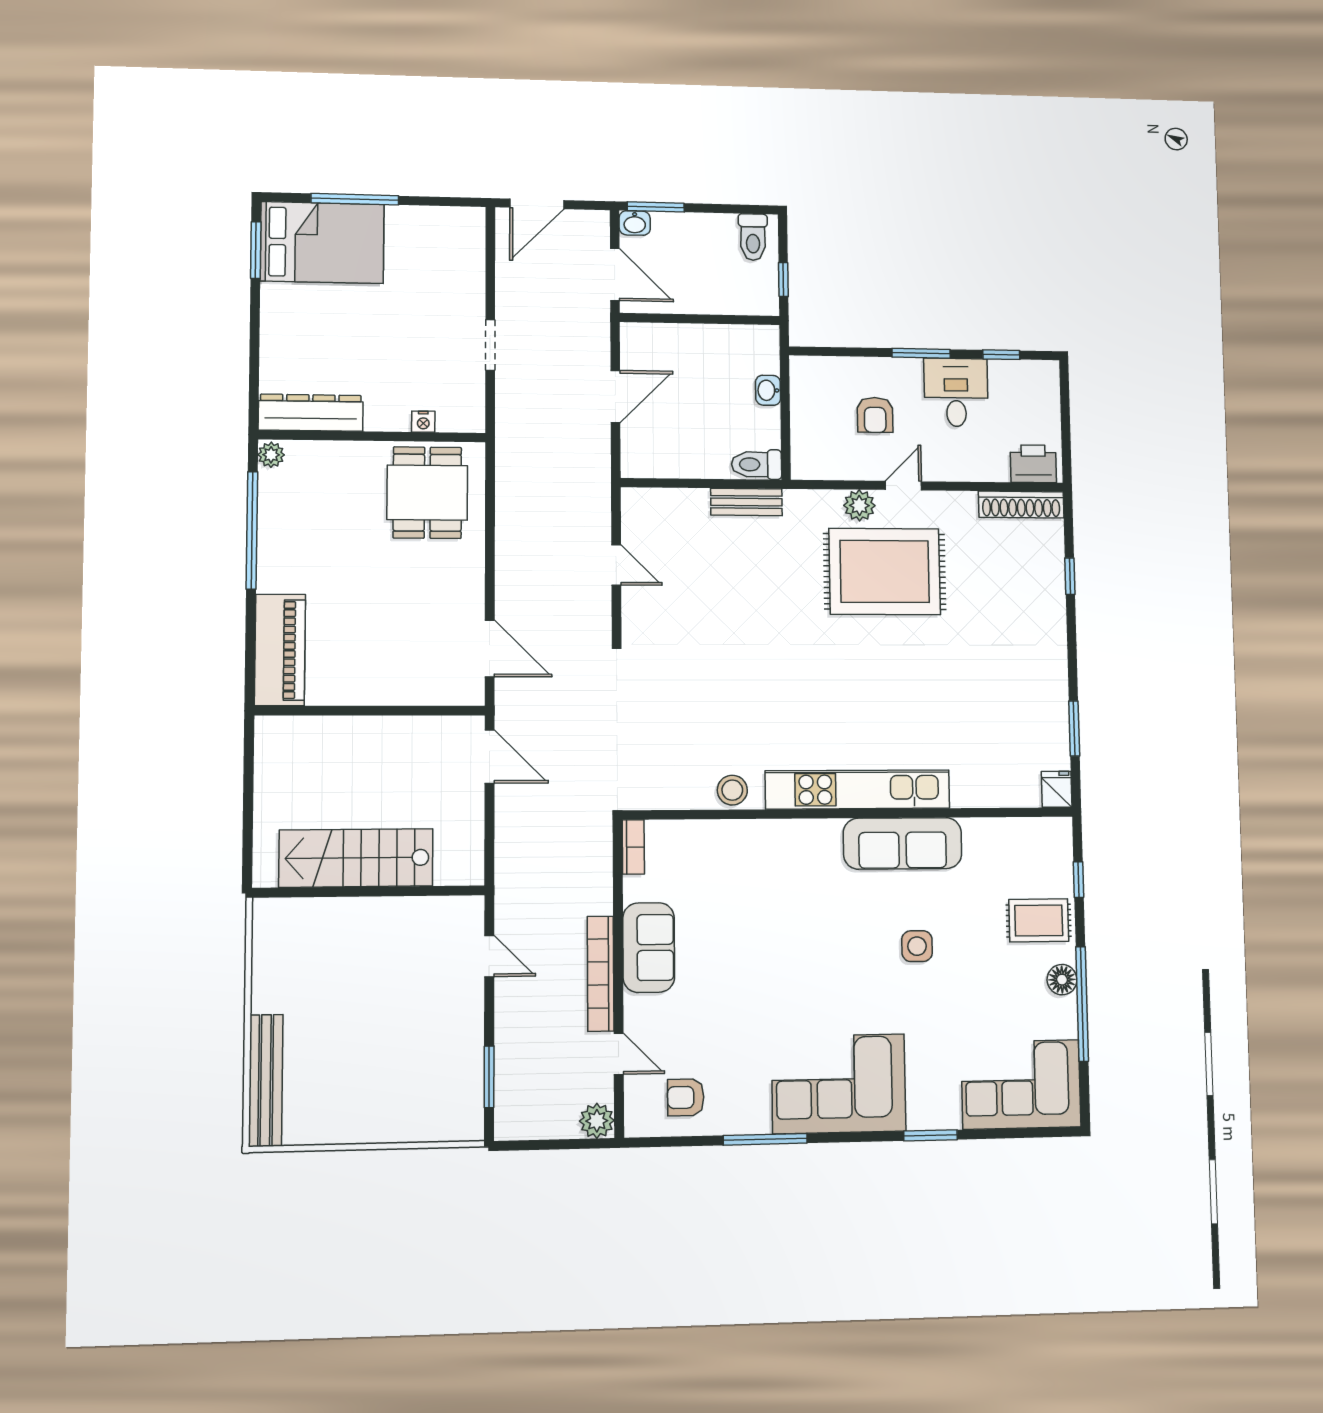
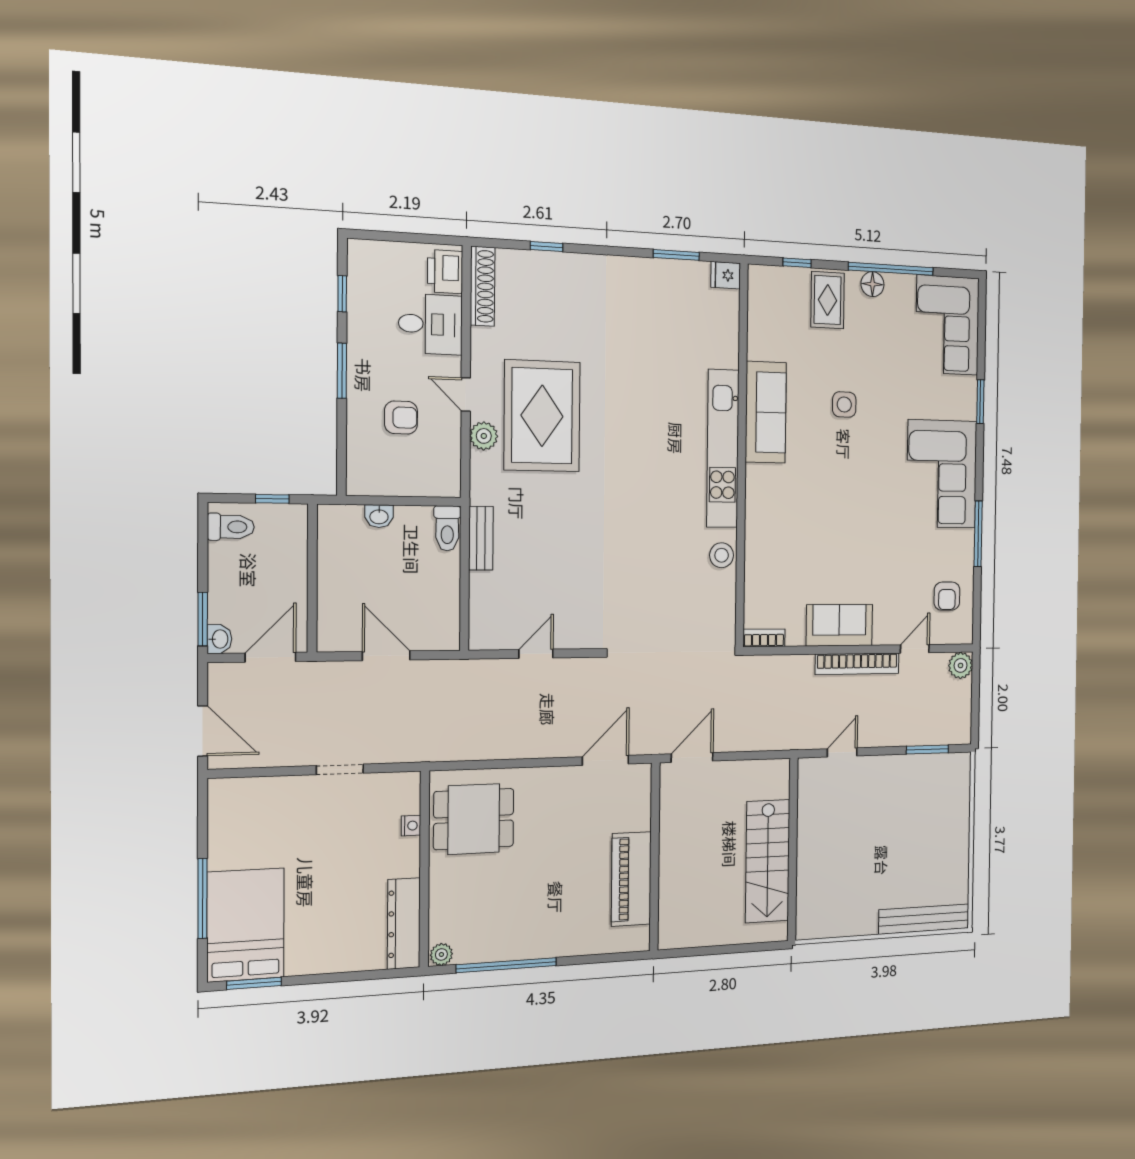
desk: (956, 392) -> (431, 324), moved, turned 180
piano: (280, 650) -> (631, 879), moved, turned -90

